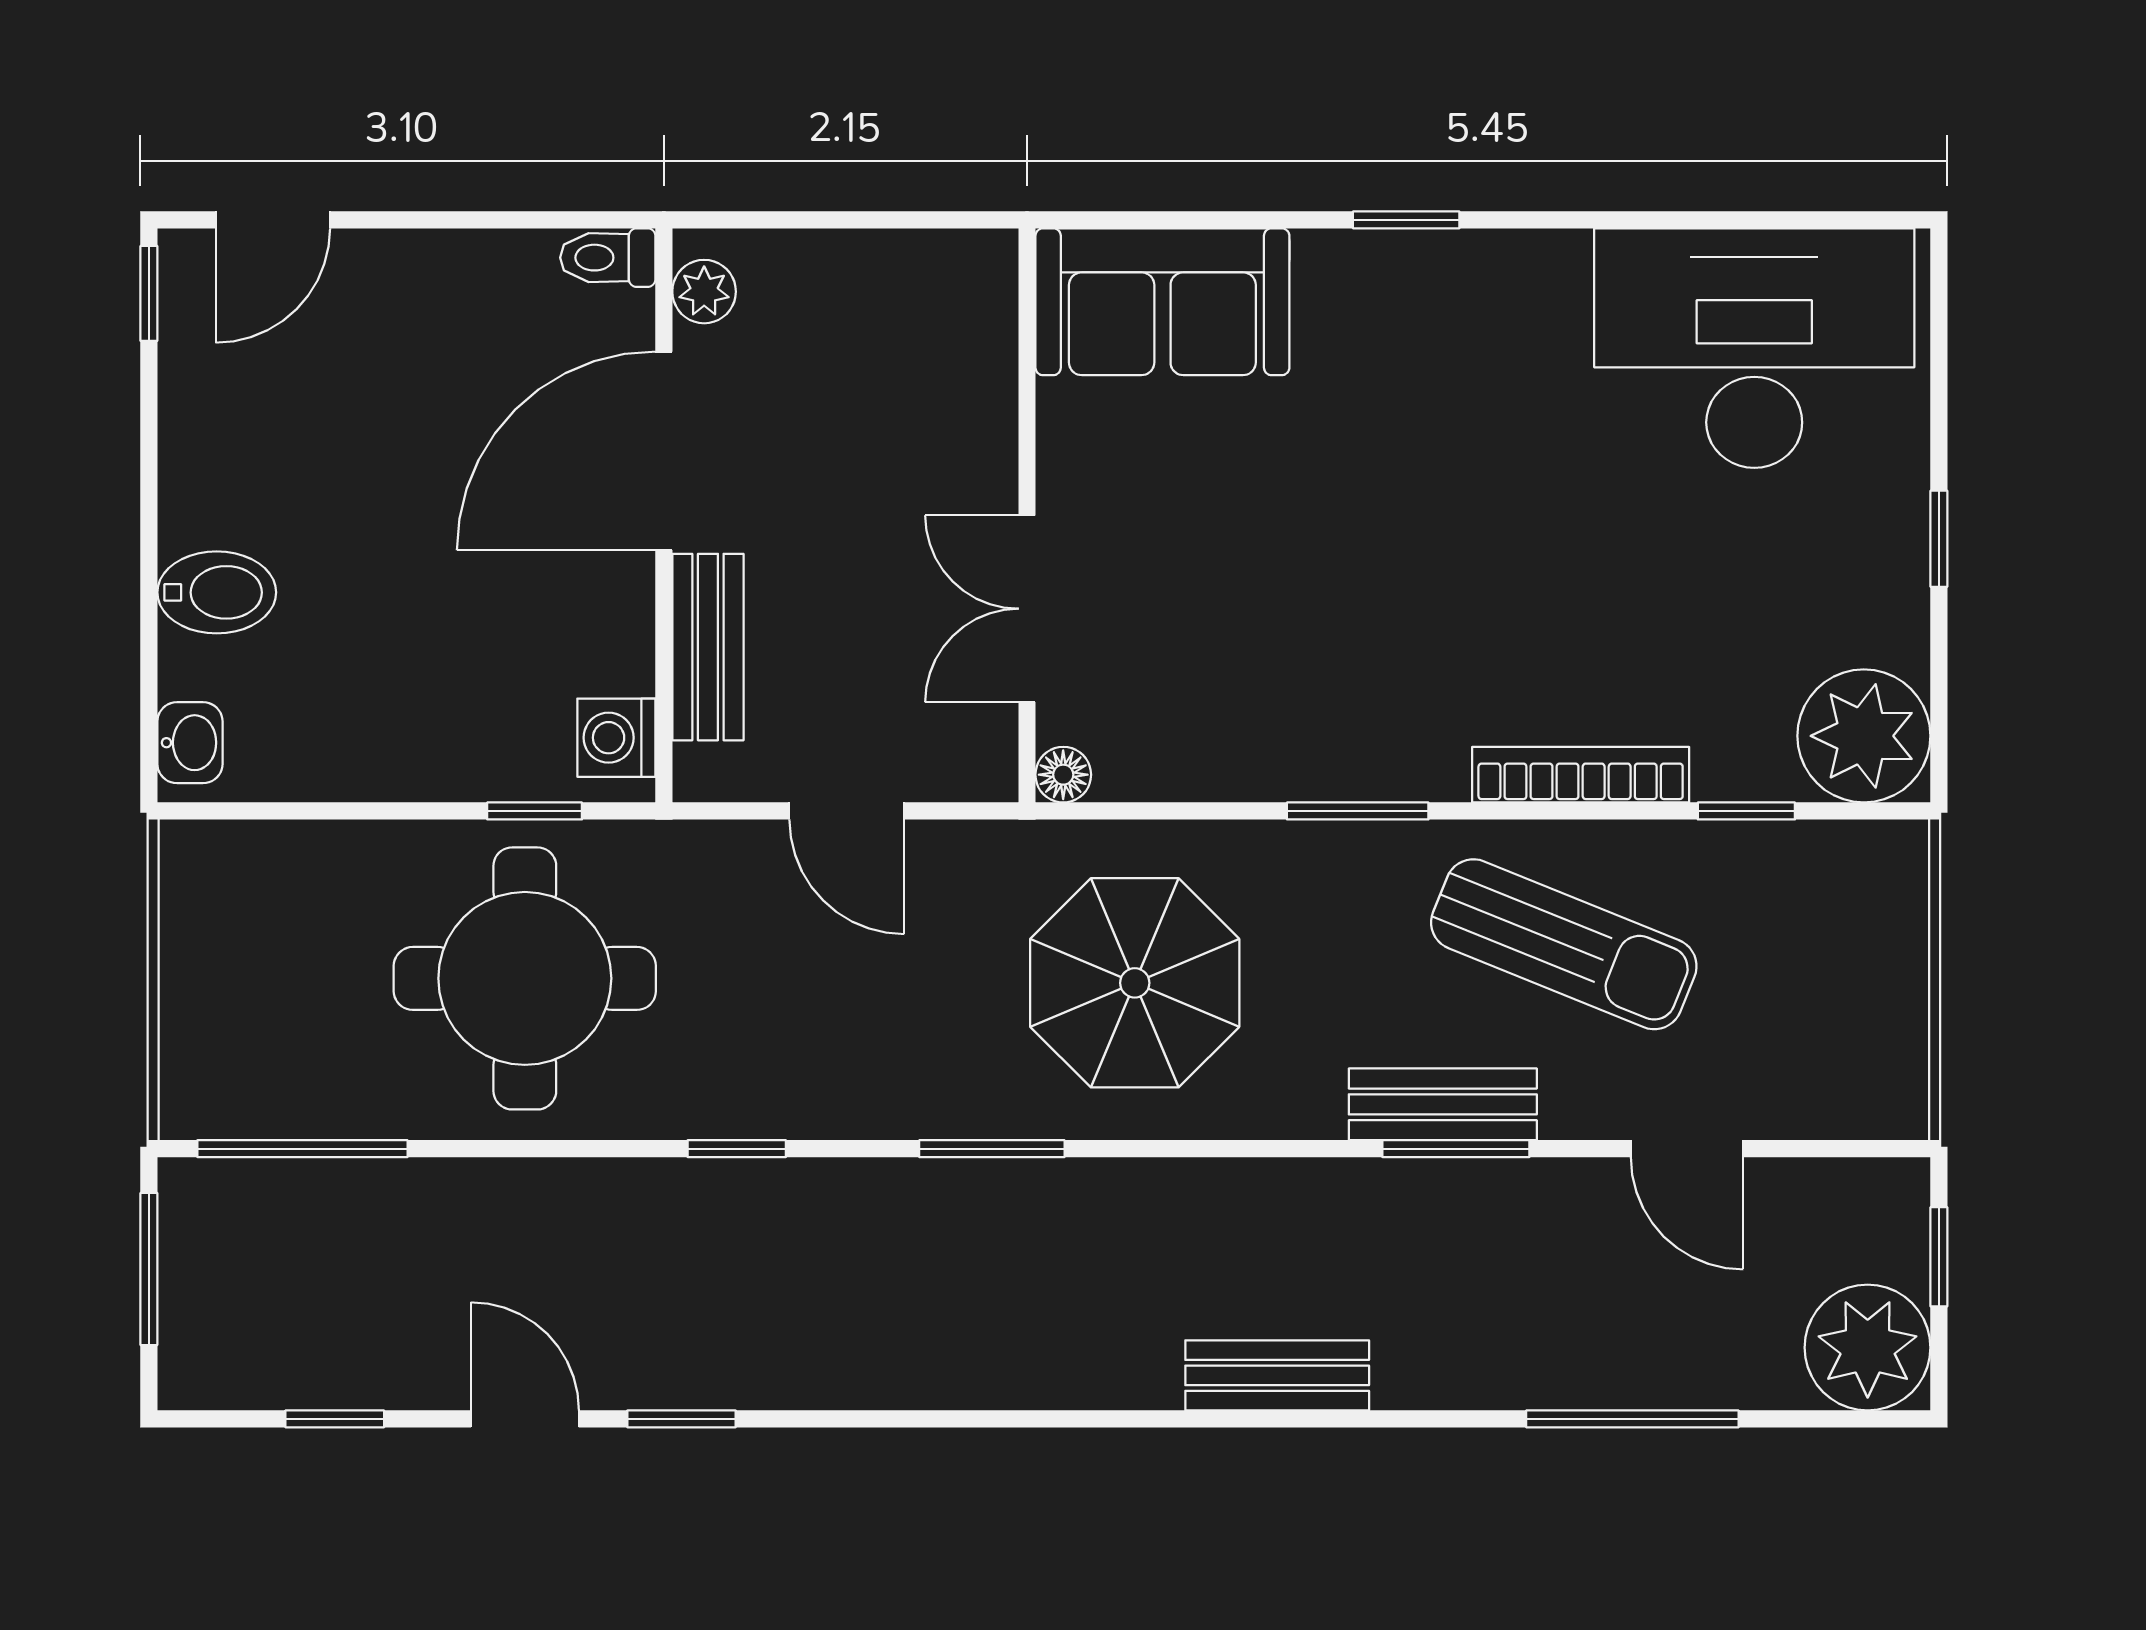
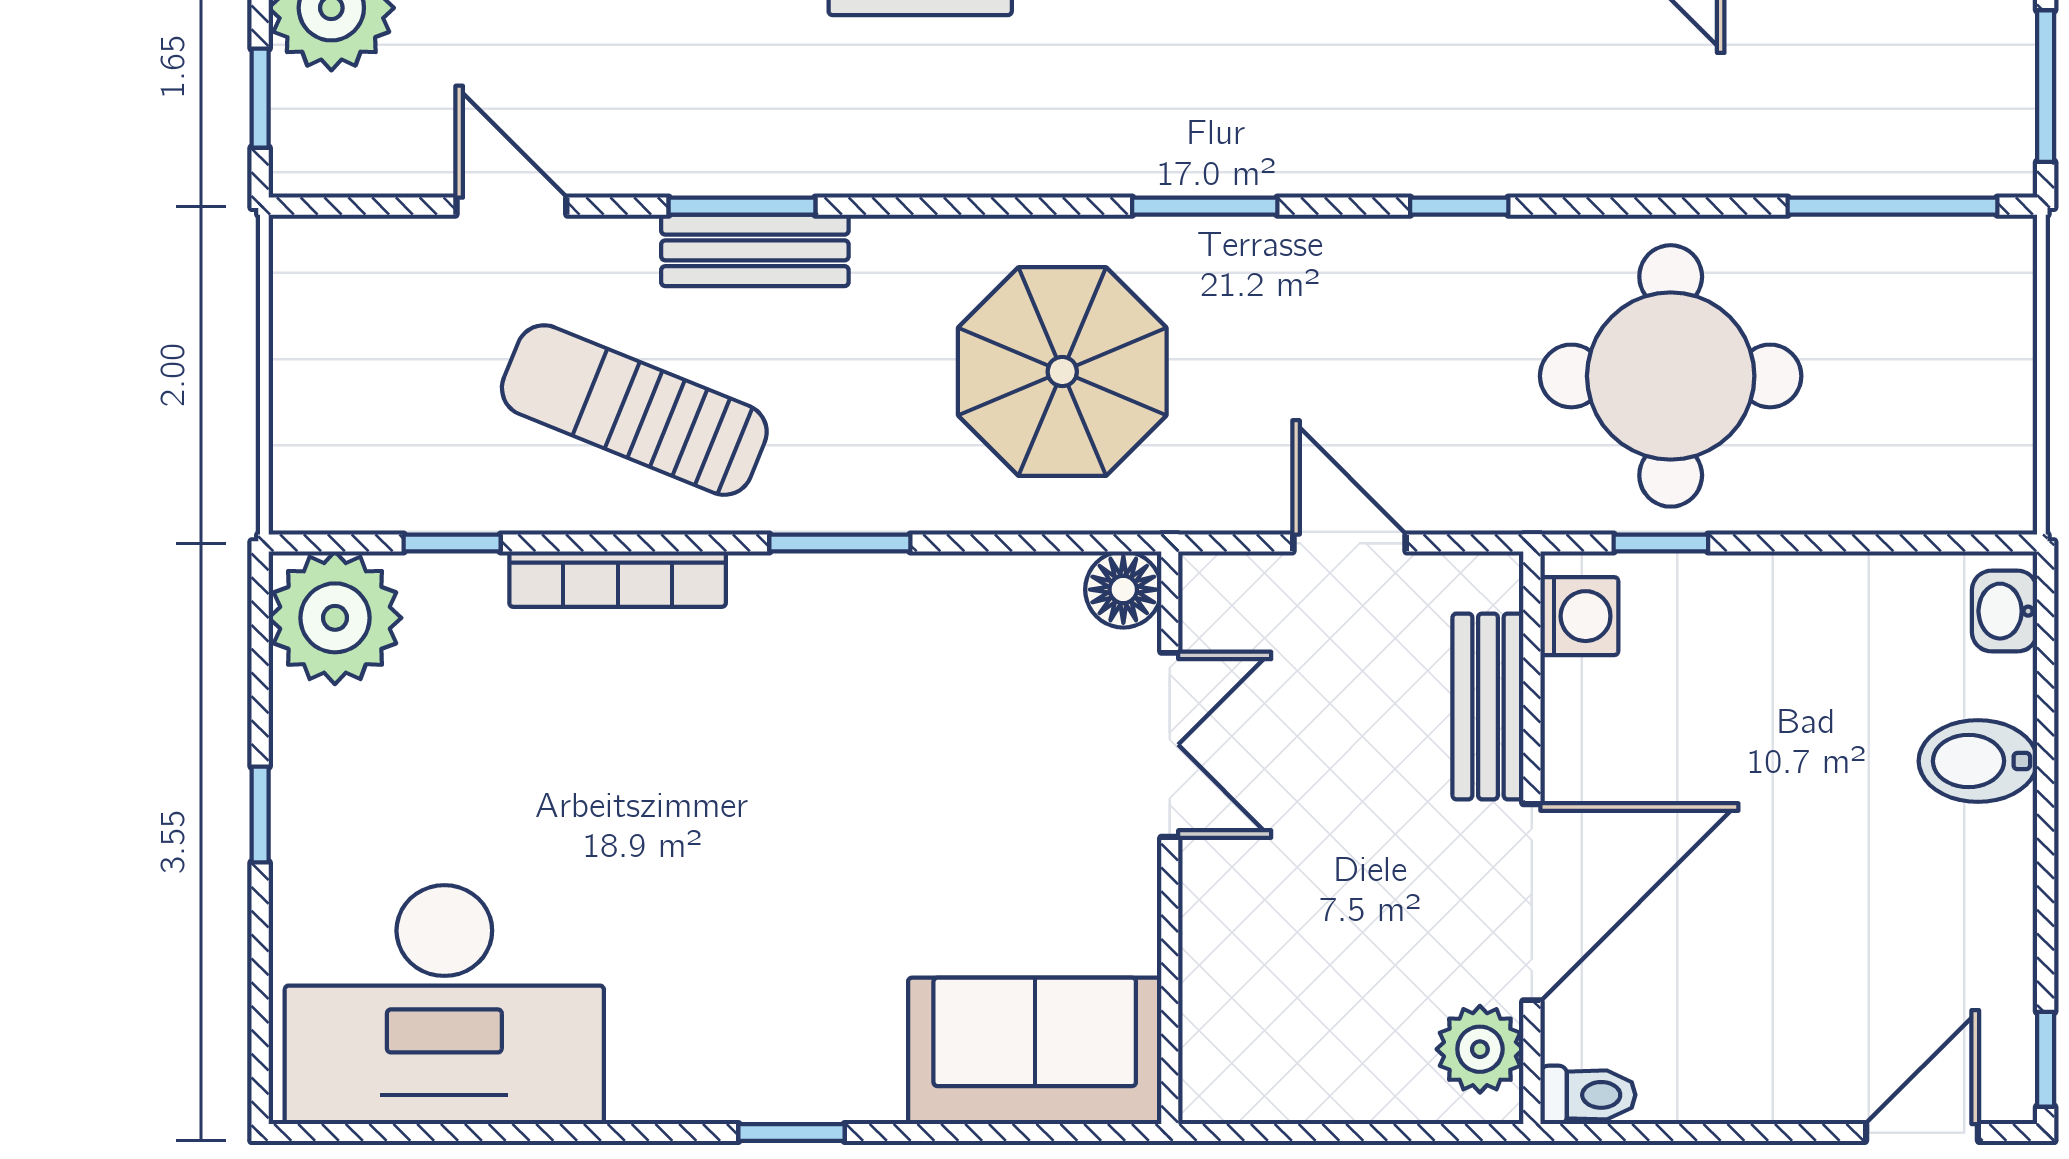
plant: (704, 292) -> (1480, 1049), width x1.38, depth x1.38
floor lamp: (1063, 775) -> (1123, 590), width x1.37, depth x1.37

